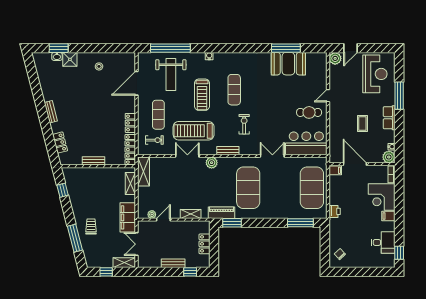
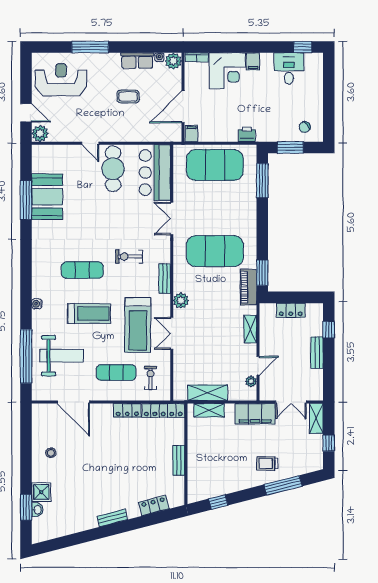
cafe table: (309, 112) -> (113, 169), width x1.37, depth x1.35
row of seats: (389, 118) -> (137, 61), moved
shelving: (143, 172) -> (208, 393), moved
door: (163, 220) -> (258, 366), swing flipped
window: (325, 243) -> (290, 147), added

